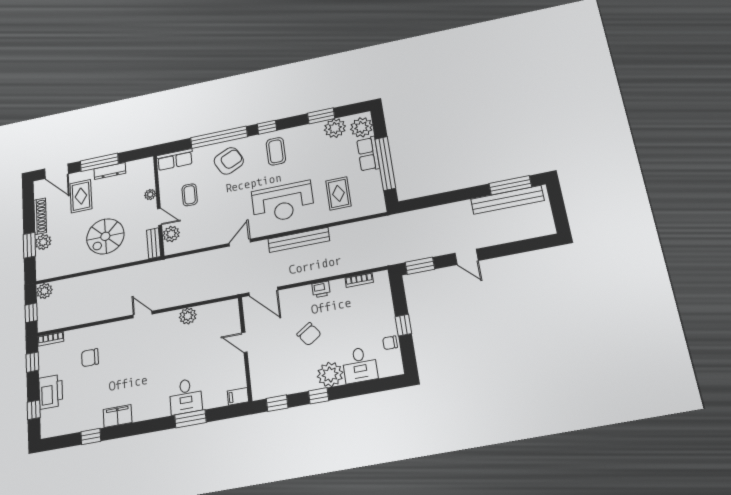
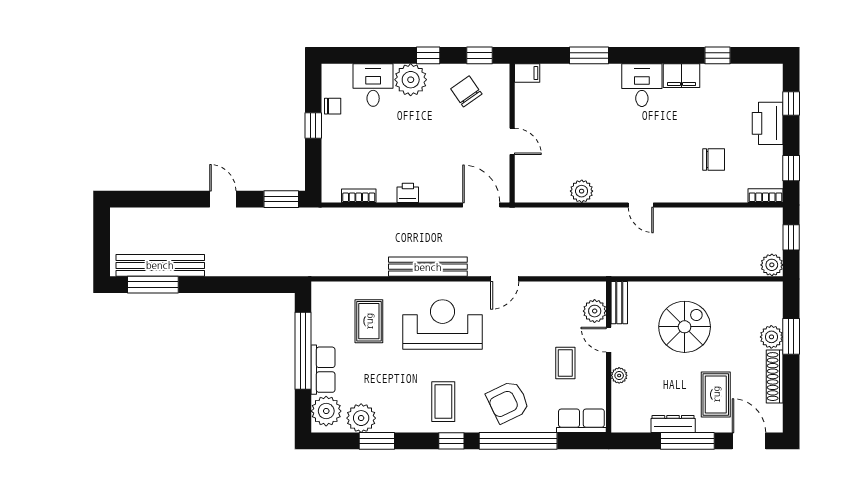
chair: (309, 334) -> (466, 91), moved
desk: (186, 396) -> (642, 85), moved

